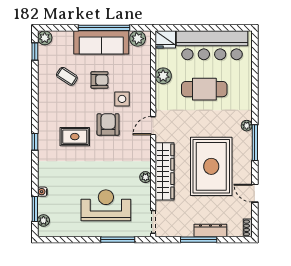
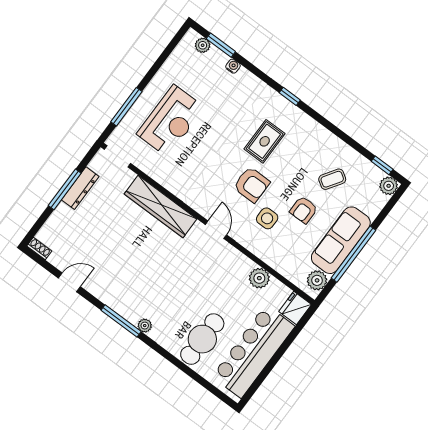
cafe table: (204, 89) -> (202, 339), moved
rug: (211, 166) -> (130, 258), removed
plant: (145, 177) -> (169, 183), removed
dresser: (210, 231) -> (80, 188), moved

